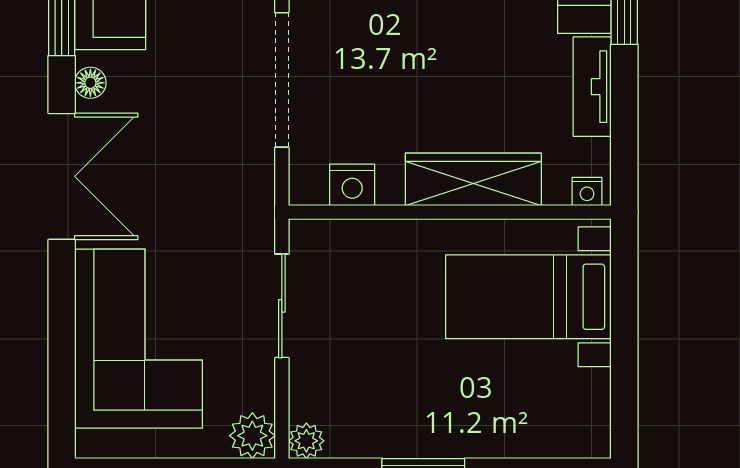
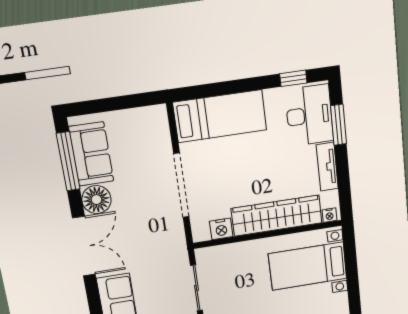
floor lamp: (90, 83) -> (96, 200), width x1.89, depth x1.89
wardrobe: (473, 179) -> (277, 216), width x1.40, depth x1.17

